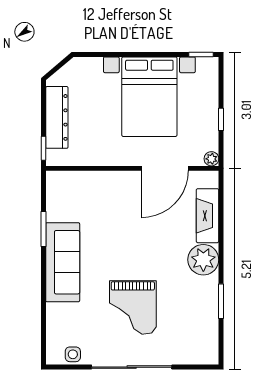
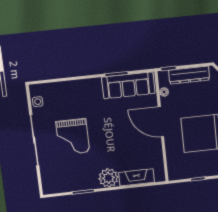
plant: (211, 159) -> (164, 92), moved
door: (165, 168) -> (161, 122), moved
sofa: (63, 262) -> (128, 85), moved
grand piano: (133, 307) -> (73, 137), turned -90

